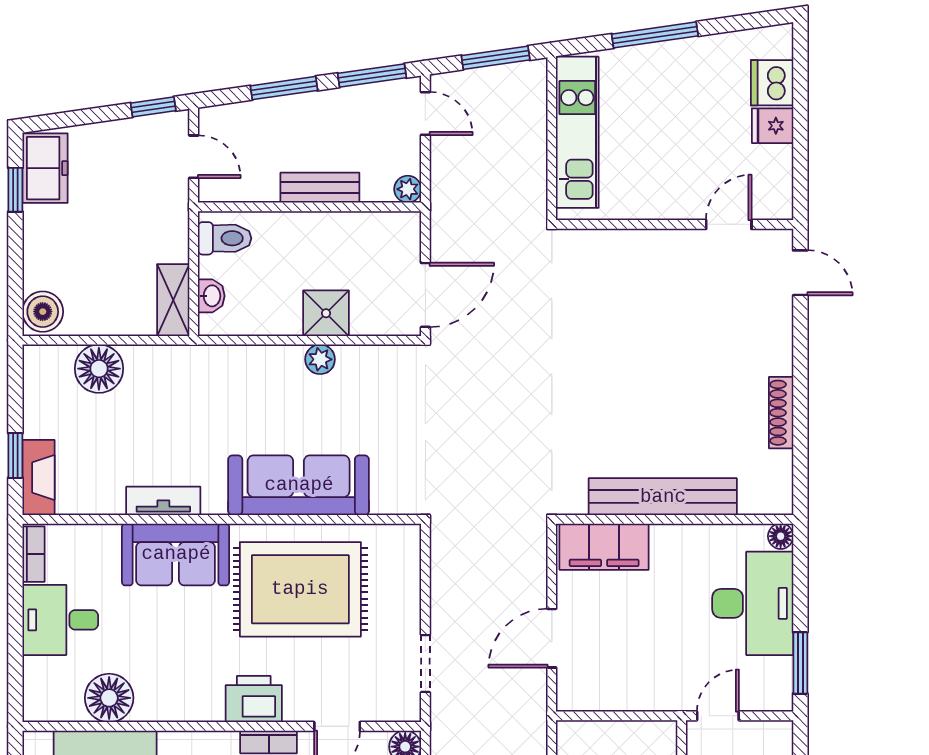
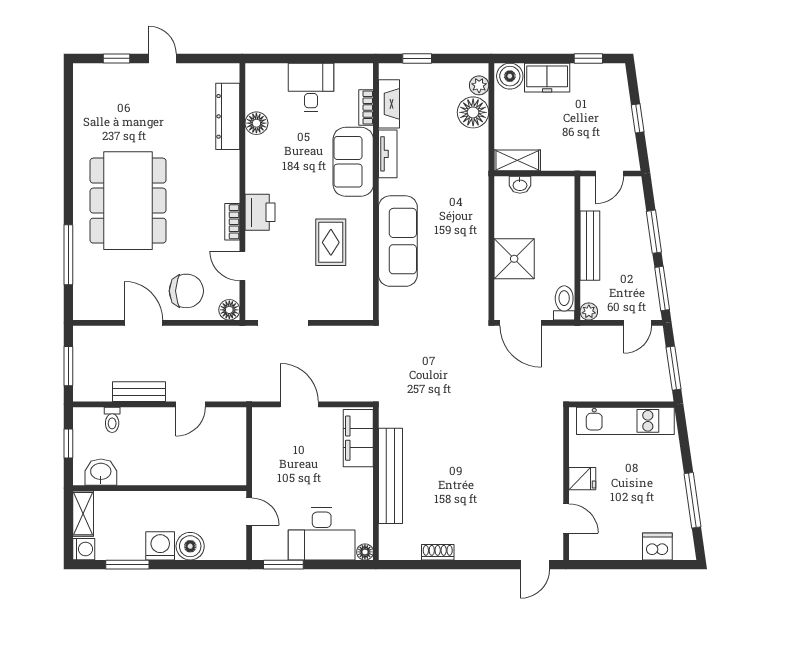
window: (655, 35) -> (692, 500), moved
window: (153, 107) -> (638, 118), moved
fridge: (773, 126) -> (582, 479), moved, turned 90
freezer: (45, 168) -> (547, 78), moved
bench: (320, 188) -> (590, 246), width x1.36
toilet: (225, 238) -> (564, 303), moved, turned 180
shower: (326, 313) -> (514, 259), width x1.36, depth x1.36
plant: (320, 359) -> (479, 85), moved
shoe rack: (781, 413) -> (438, 552), width x0.70
fireplace: (38, 477) -> (389, 104), moved, turned -90
bookcase: (33, 554) -> (366, 108), moved, turned 90
rug: (300, 589) -> (331, 242), width x0.54, depth x0.49
doorway: (425, 664) -> (283, 323), width x1.38
floor lamp: (109, 698) -> (256, 123), width x0.73, depth x0.73

